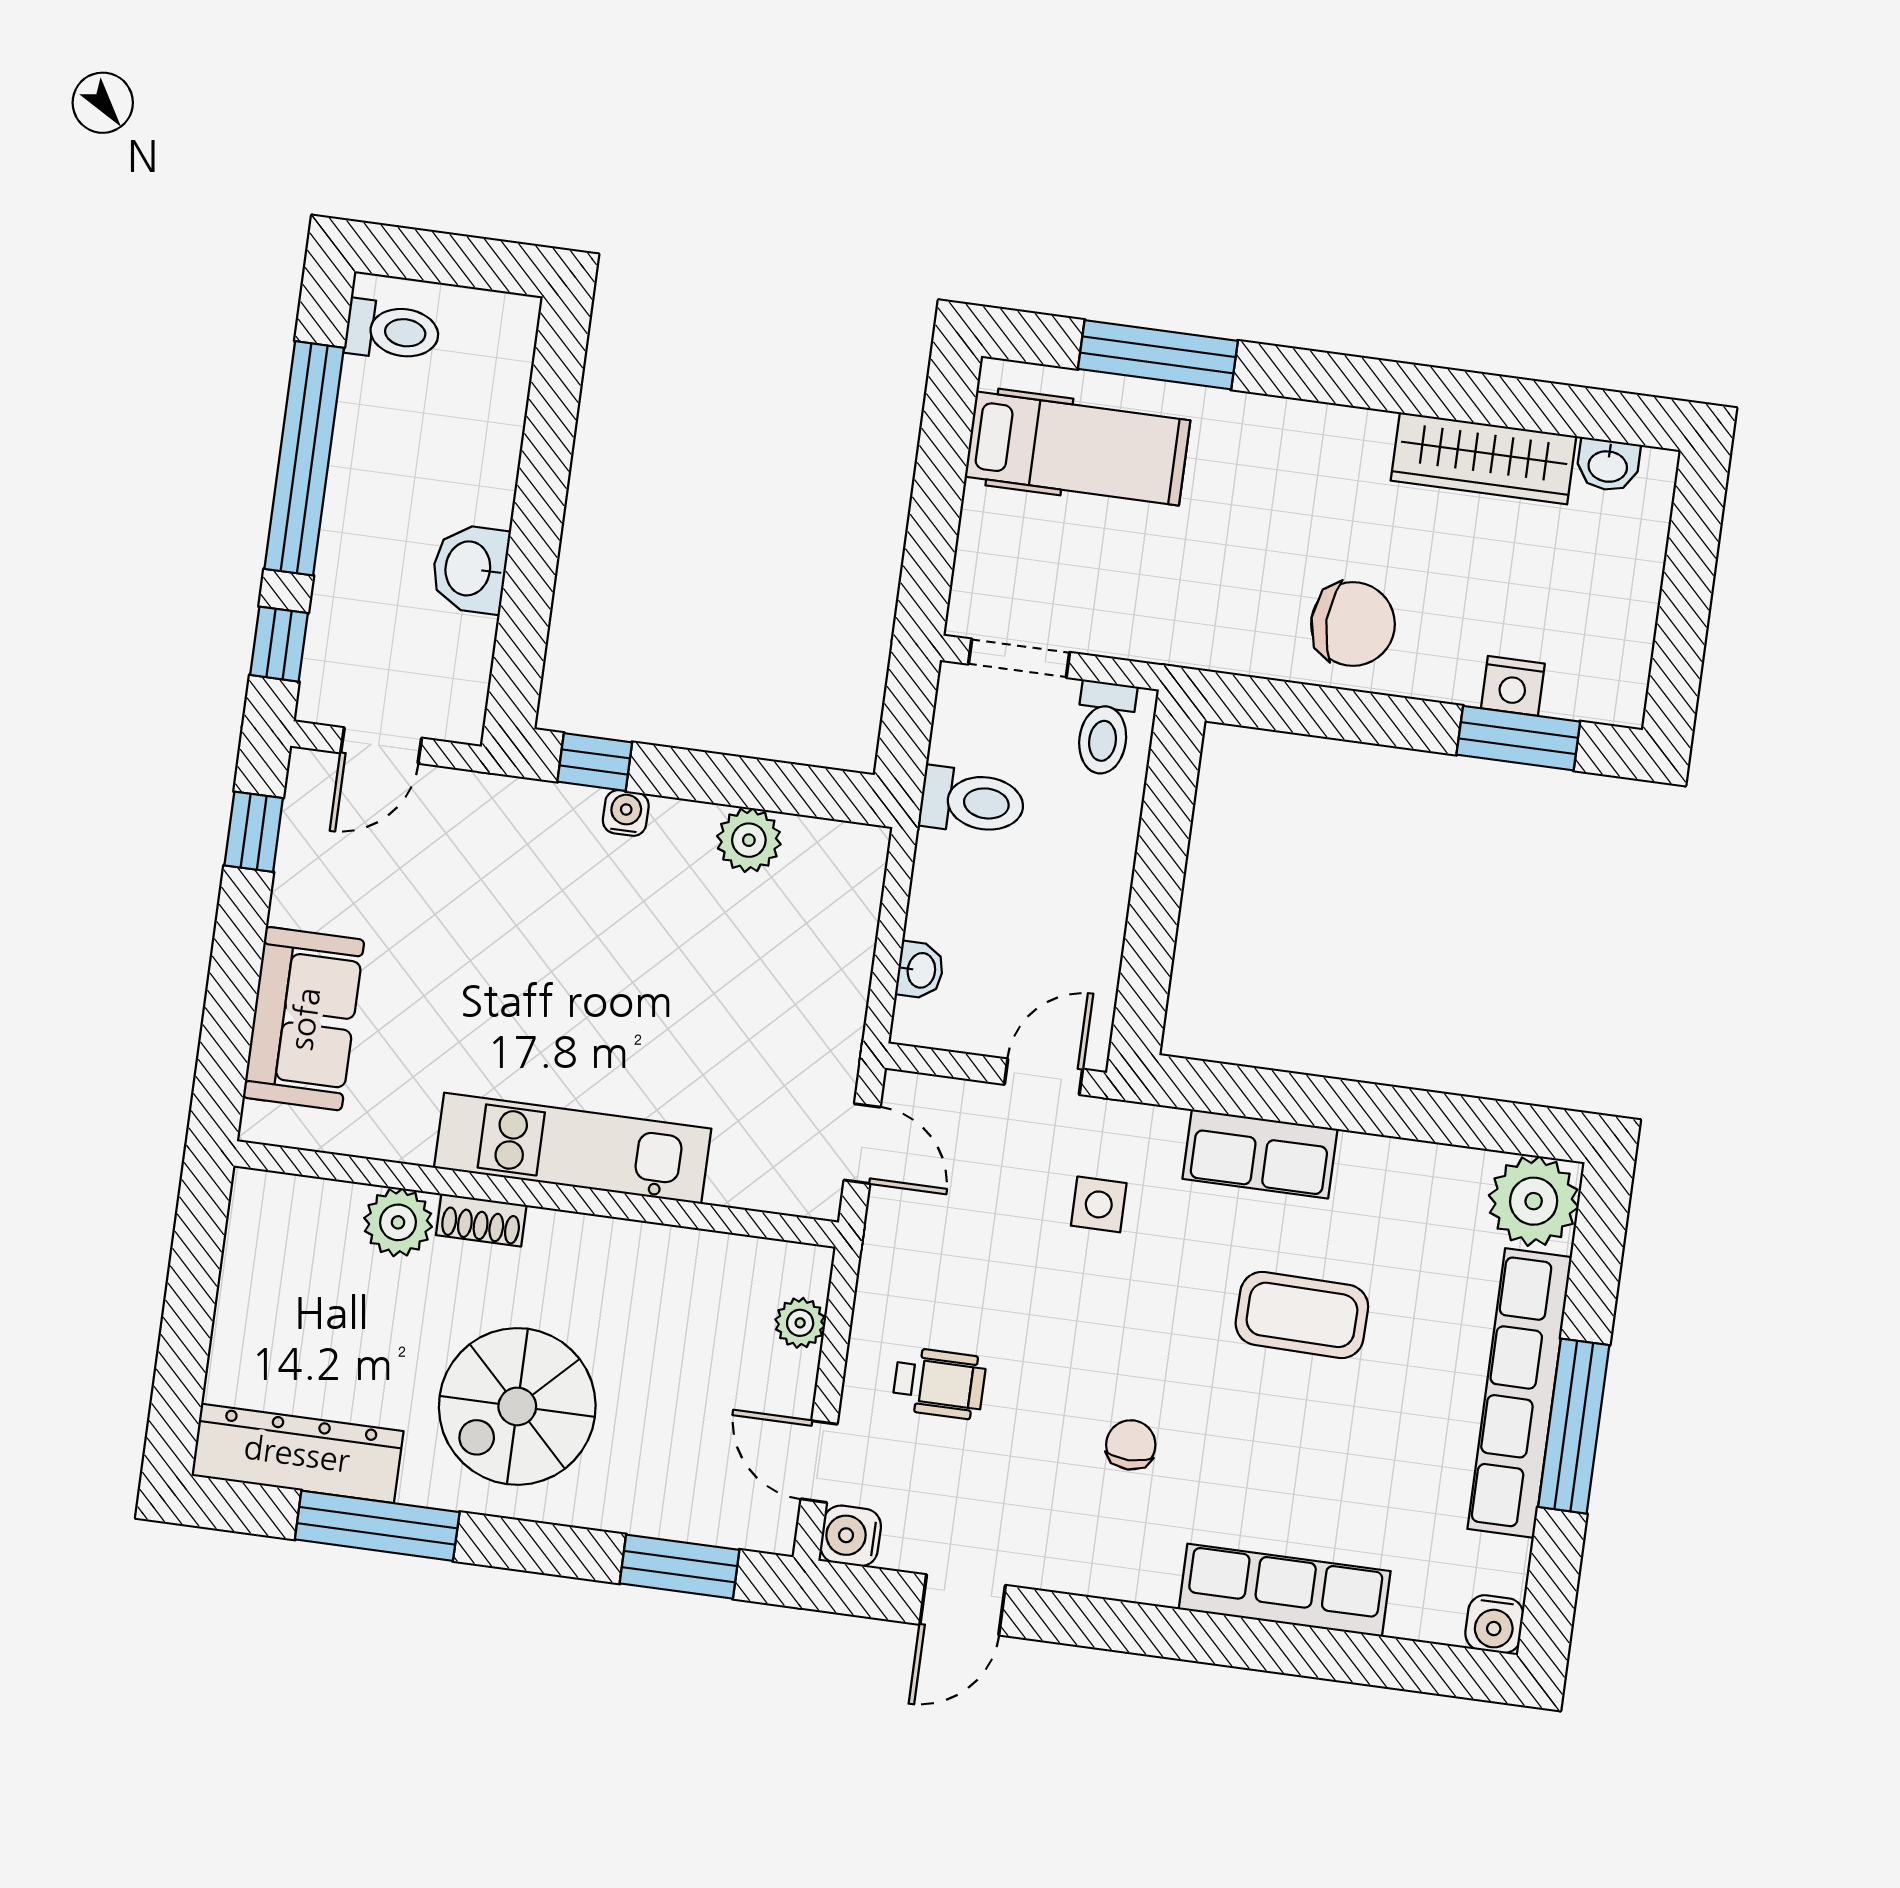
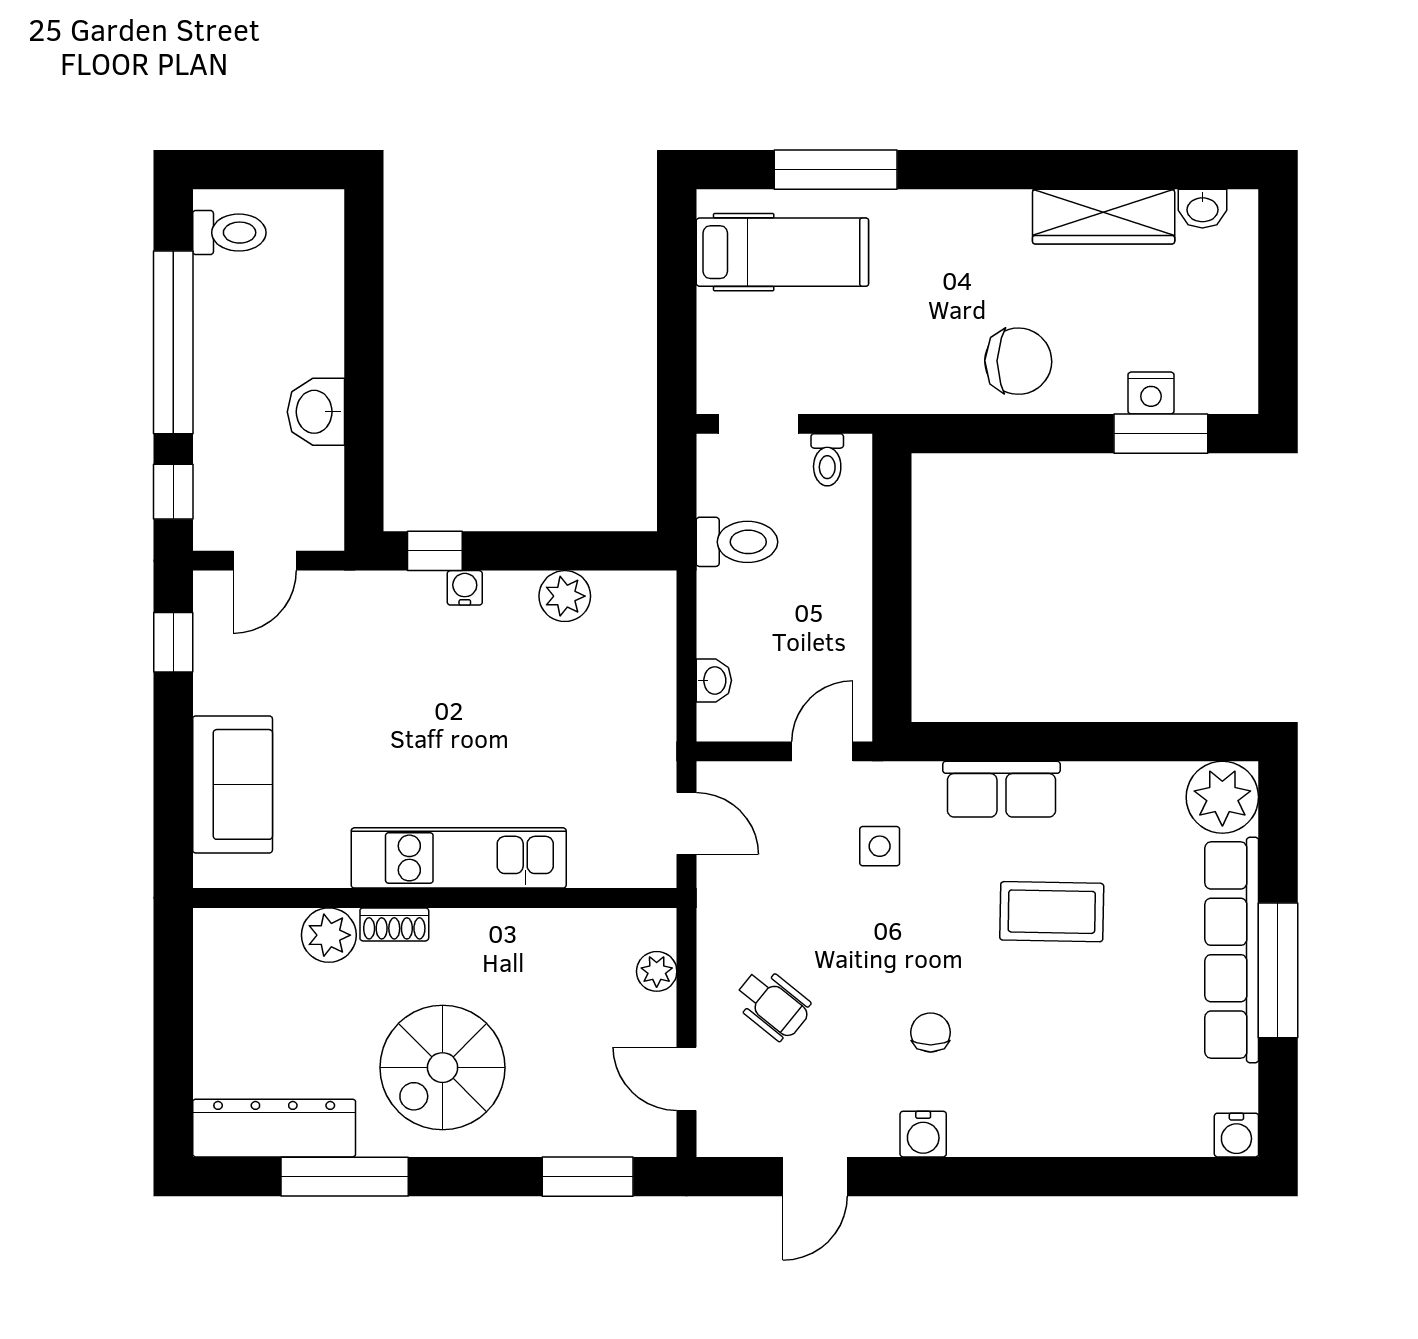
toilet: (1104, 728) -> (827, 460), width x0.73, depth x0.72
wheelchair: (939, 1383) -> (773, 1004), turned 39
water cooler: (851, 1536) -> (923, 1134), moved, turned -90
row of seats: (1285, 1590) -> (1067, 1131), removed

